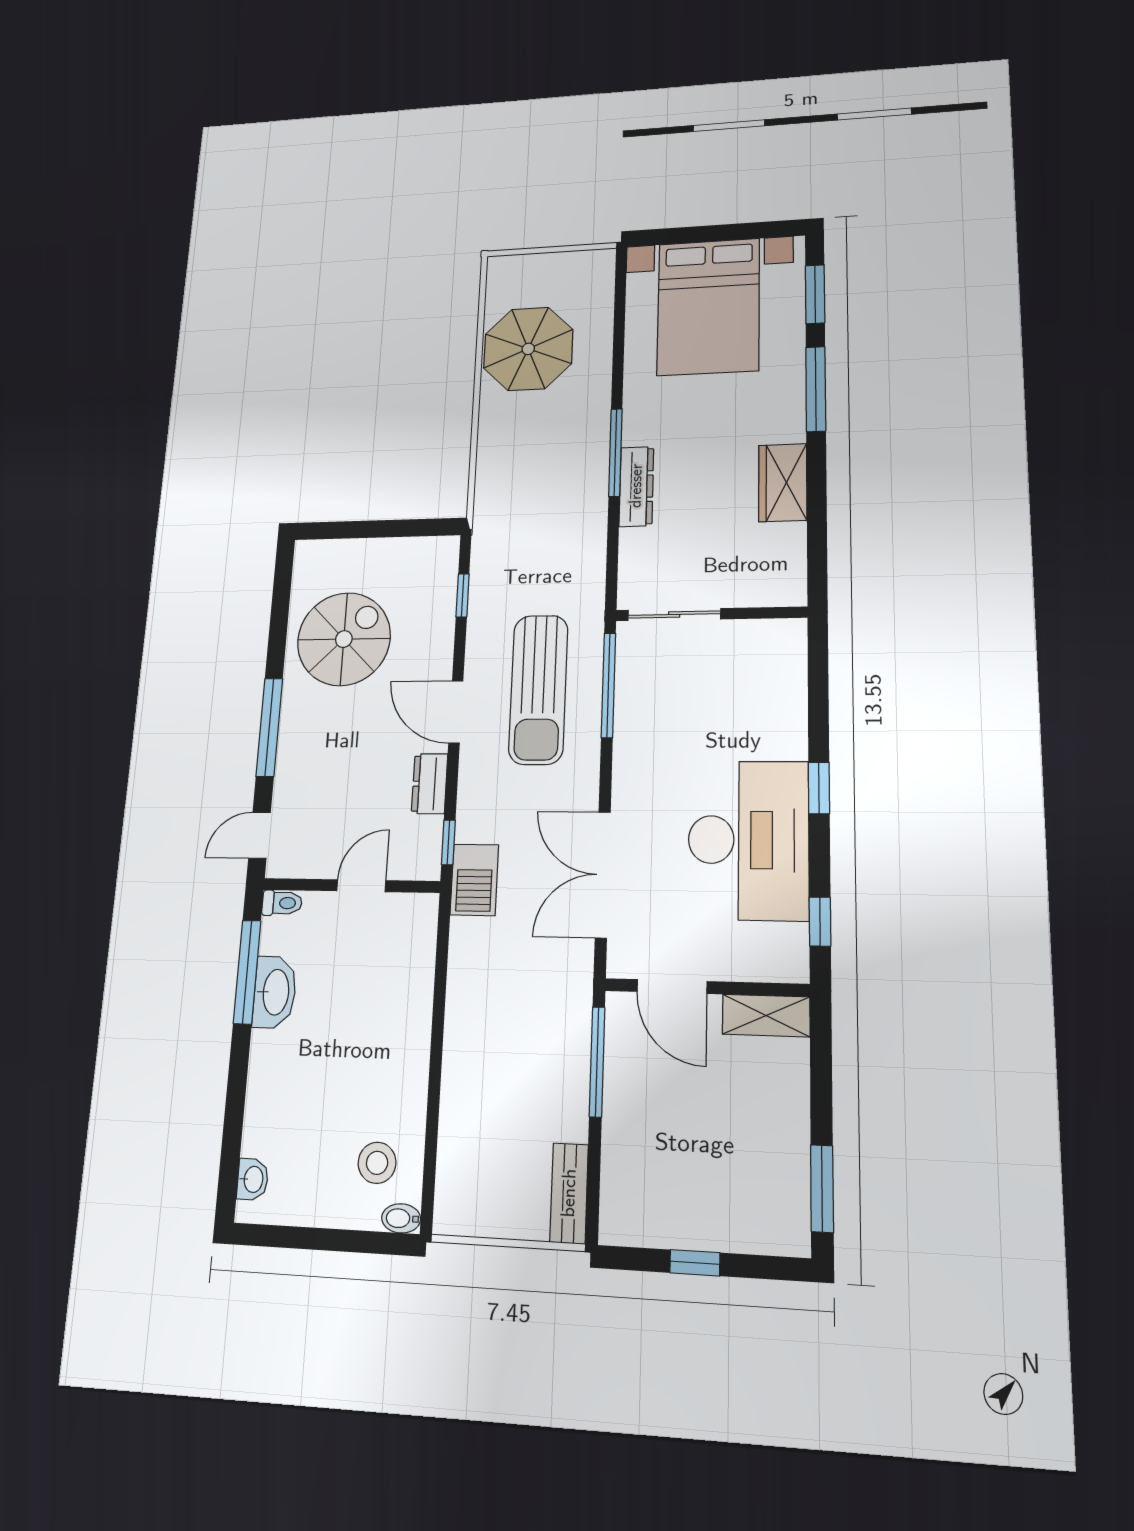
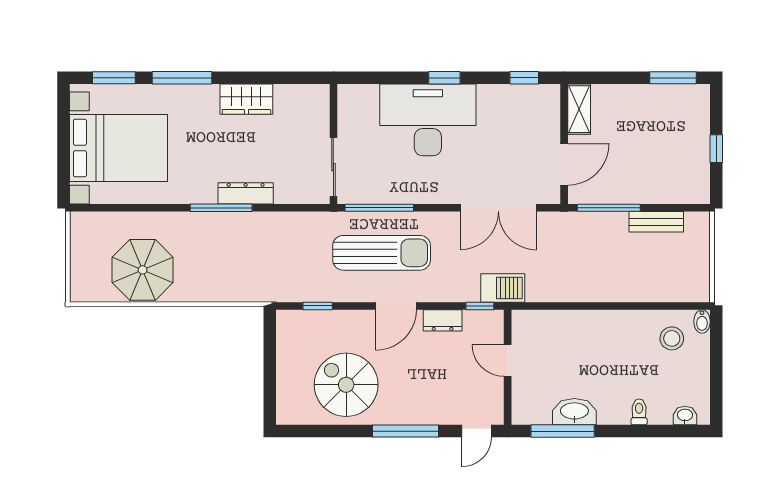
door: (259, 835) -> (477, 431), hinge flipped
desk: (748, 840) -> (428, 120), moved
toilet: (282, 903) -> (639, 412), moved
bench: (569, 1193) -> (656, 222), moved

